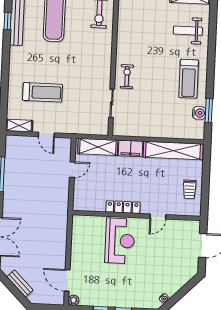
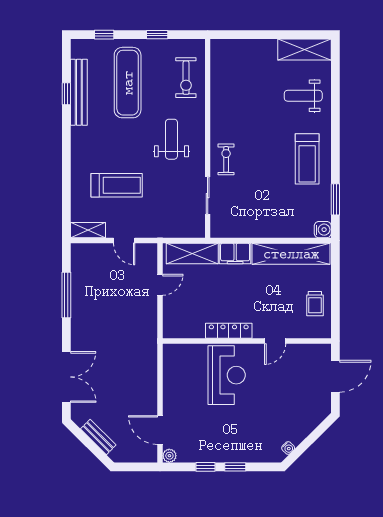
weight bench: (86, 59) -> (171, 139), added
water cooler: (199, 113) -> (323, 230), moved

